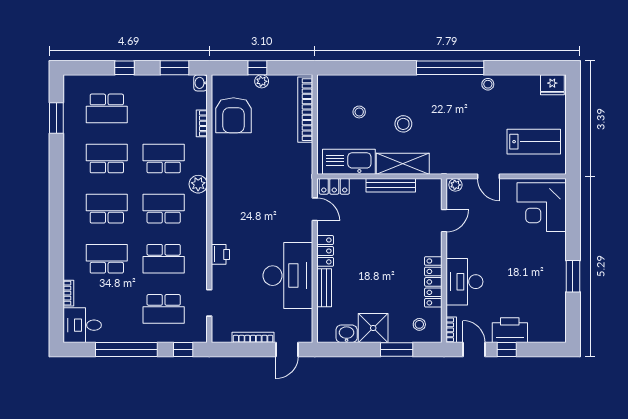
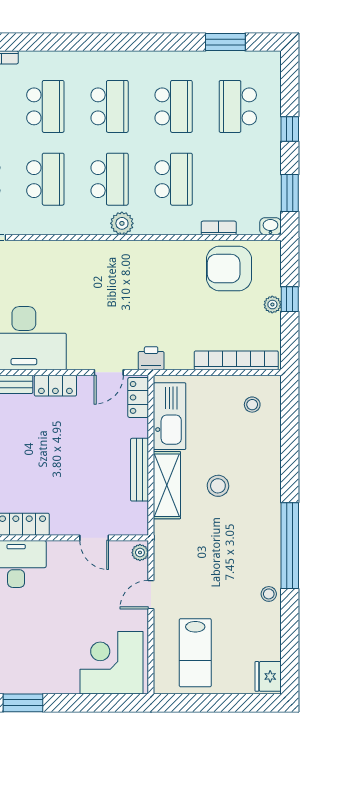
stool: (359, 112) -> (252, 405), moved
plant: (198, 184) -> (122, 223), moved
printer: (220, 254) -> (151, 358), moved, turned 180
school desk: (164, 259) -> (45, 179), turned 180

